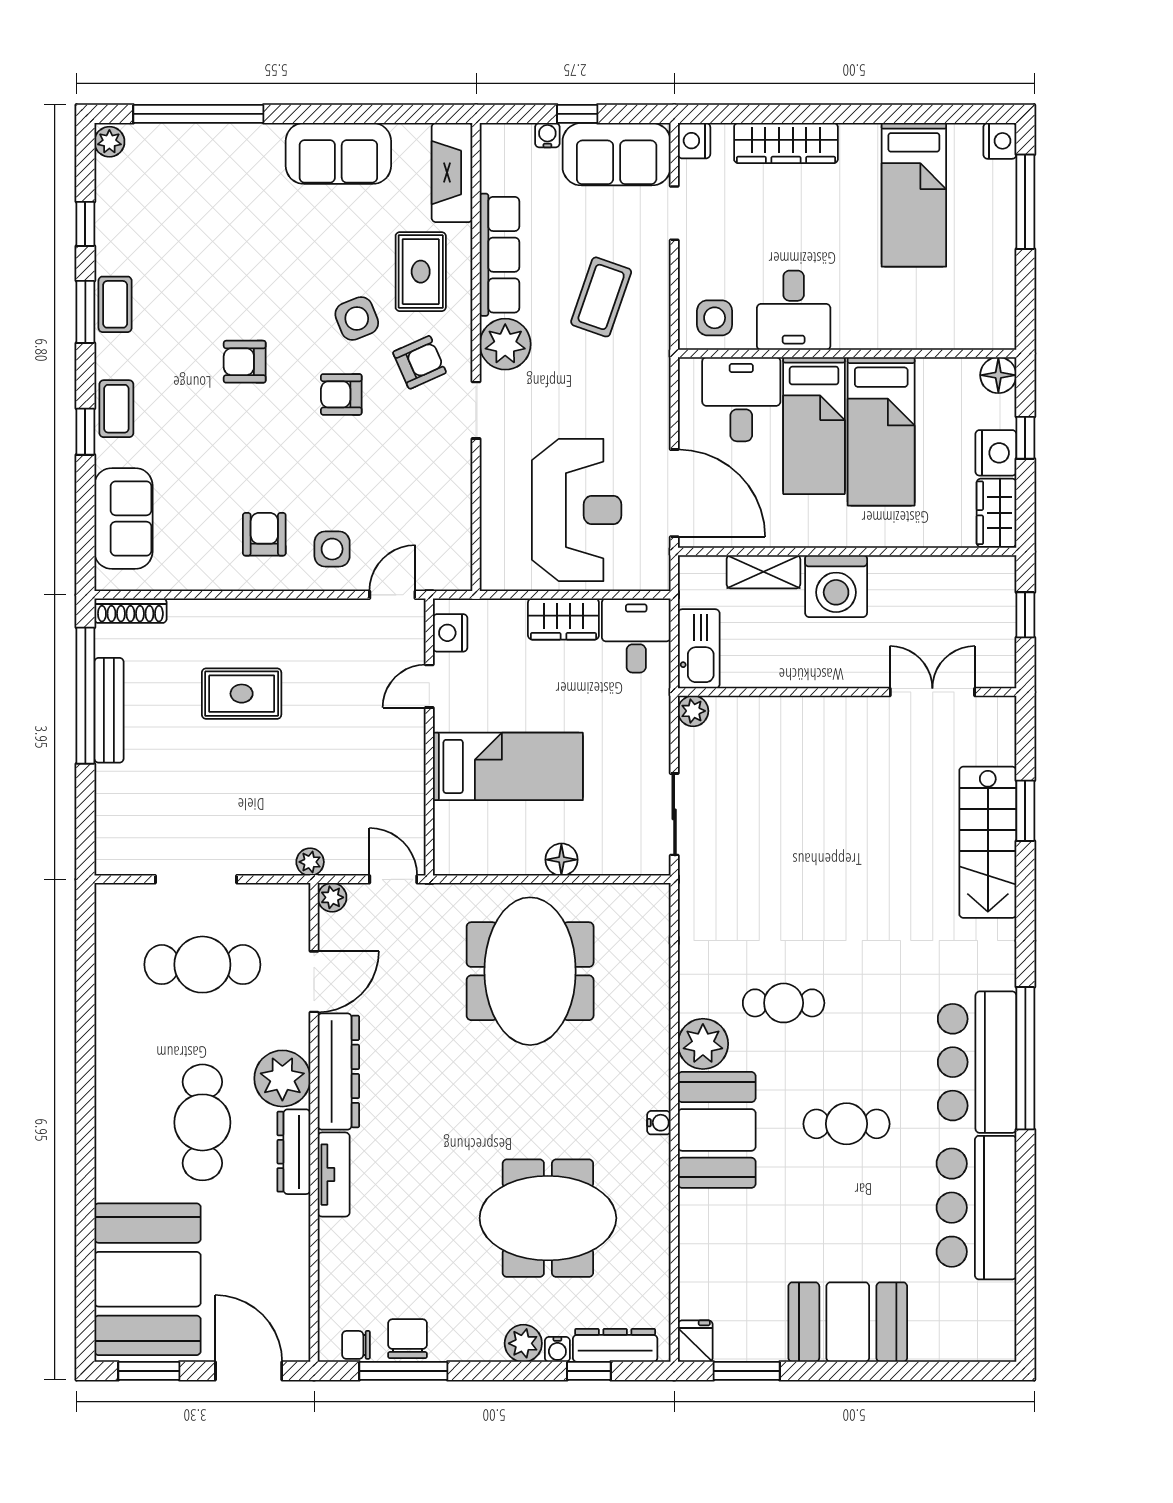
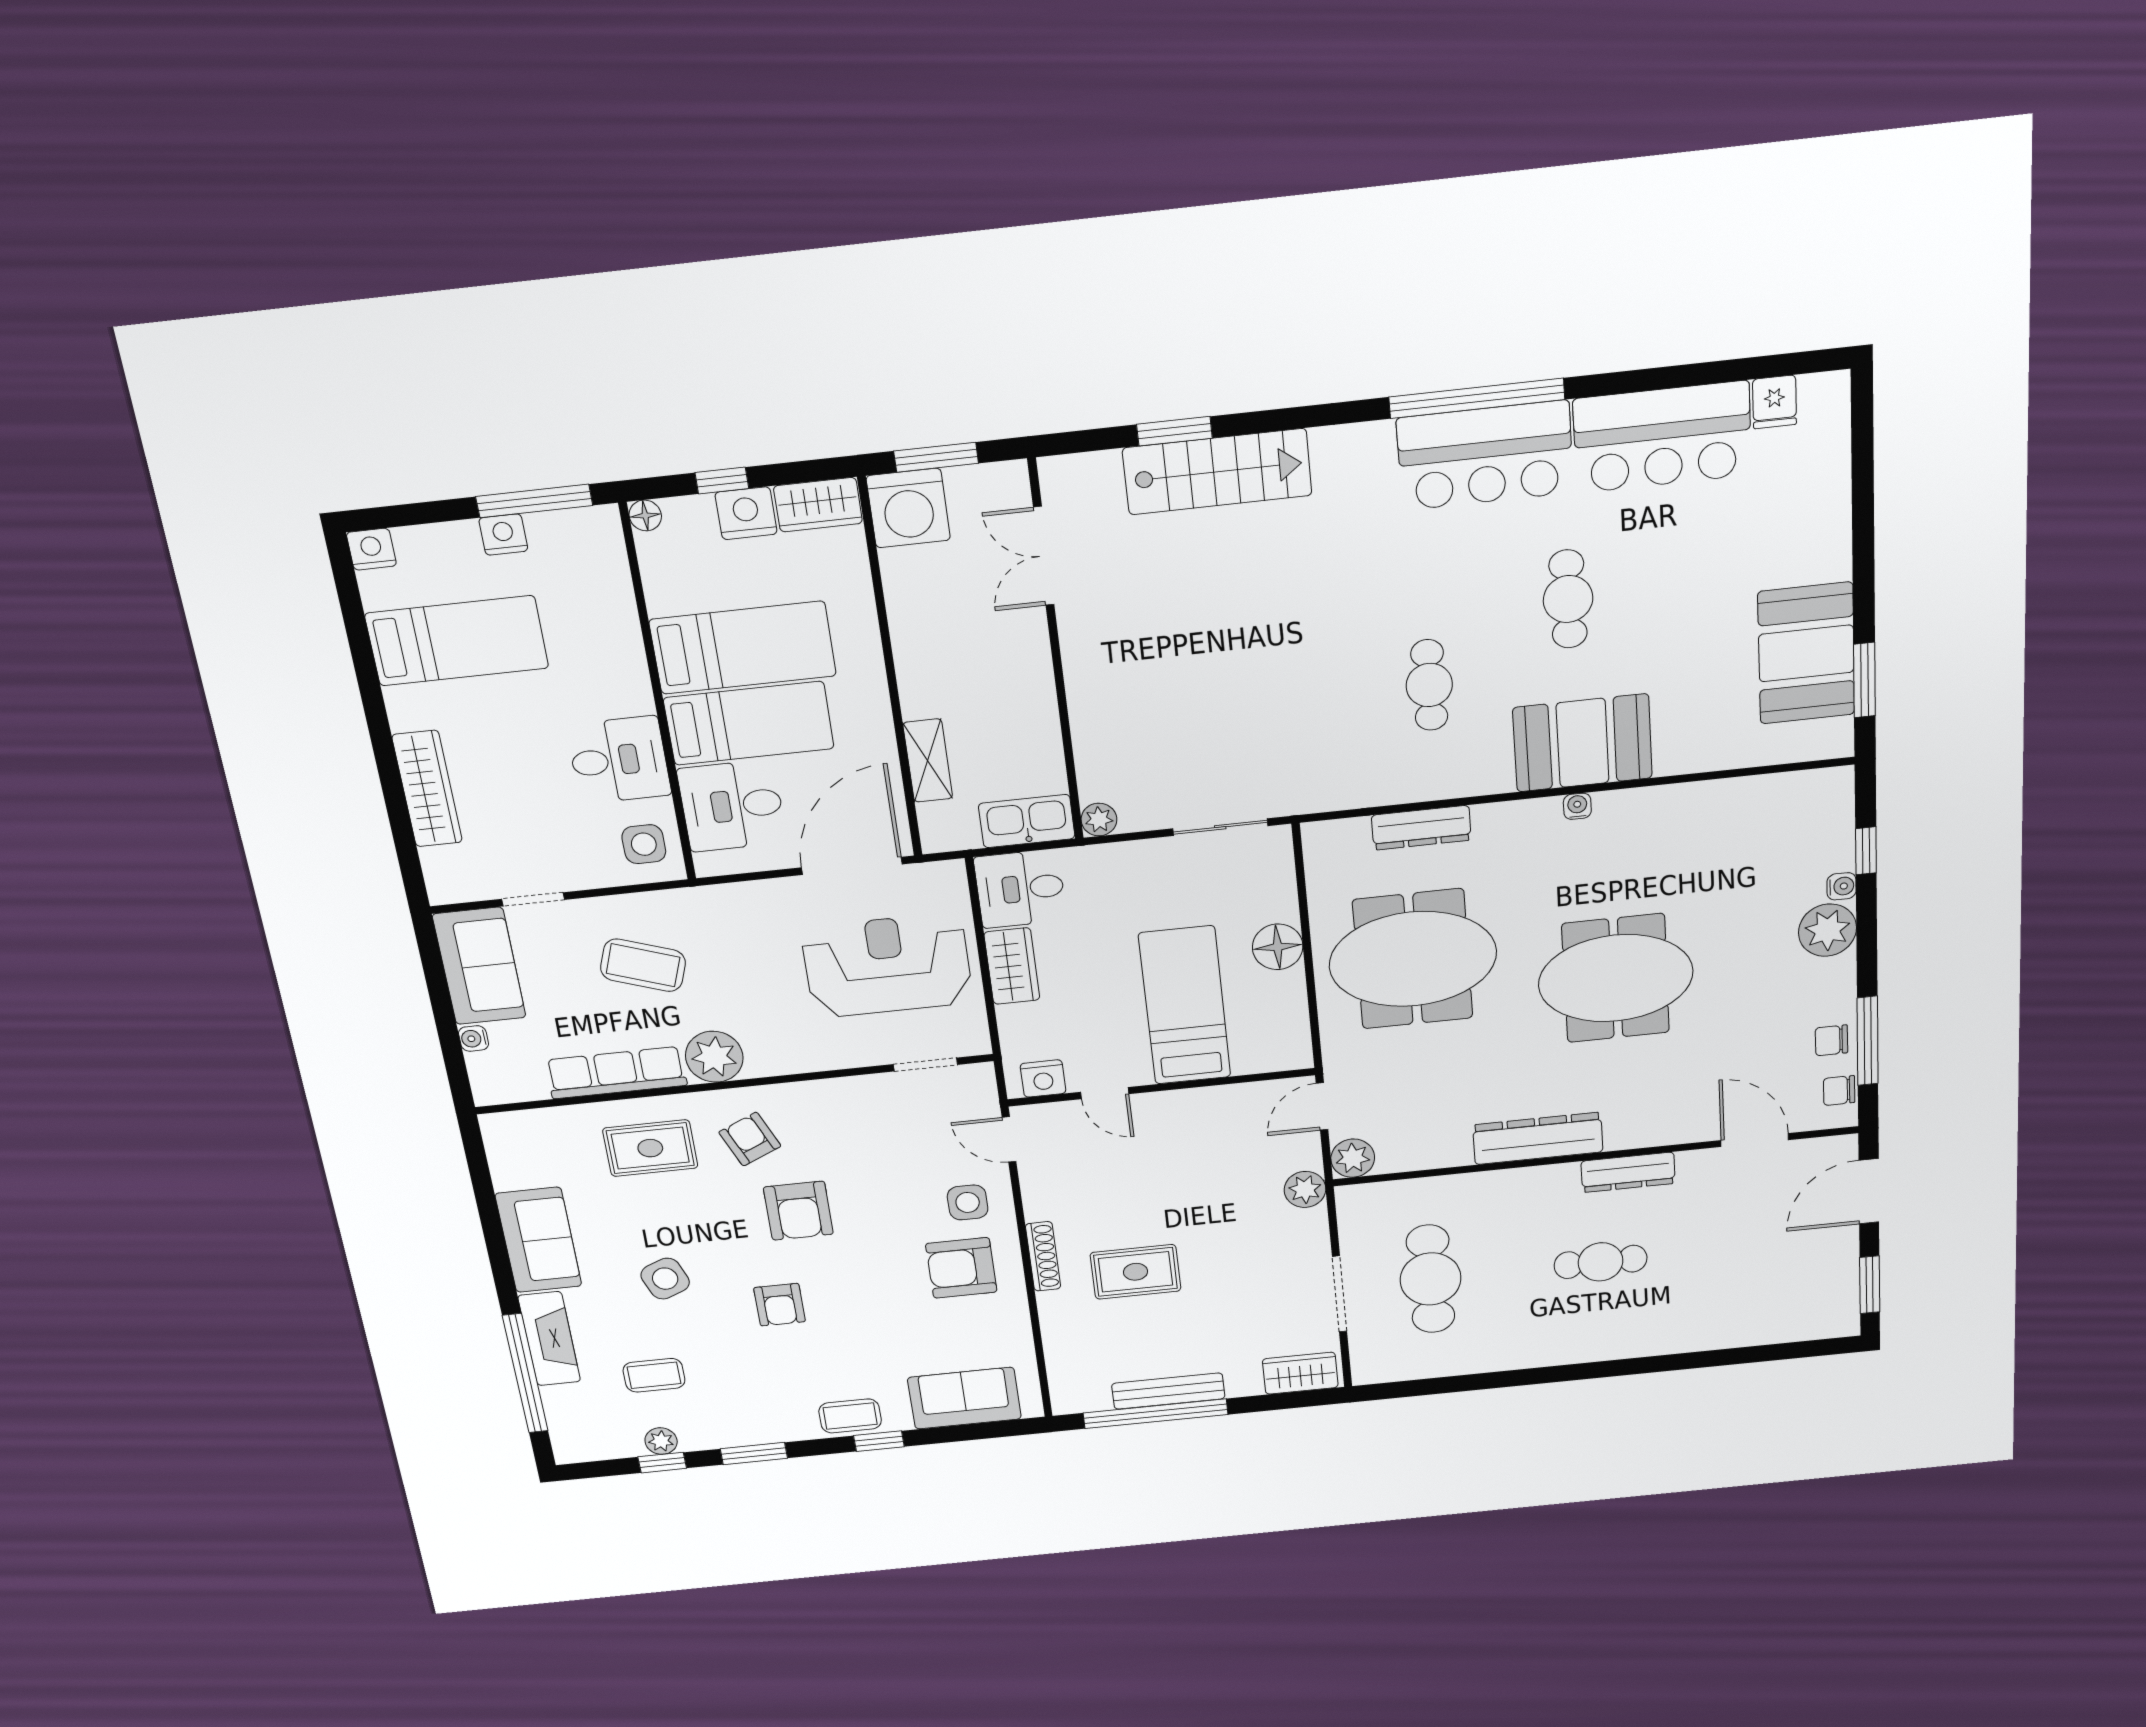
window: (577, 114) -> (443, 1011), removed
nightstand: (694, 141) -> (503, 535), moved, turned 180
plant: (109, 142) -> (661, 1441), moved
fireplace: (452, 173) -> (549, 1339), moved, turned -90
window: (1025, 202) -> (534, 501), moved
coffee table: (115, 304) -> (654, 1375), moved
side table: (357, 318) -> (665, 1279), moved
floor lamp: (998, 375) -> (645, 515), width x0.73, depth x0.73
armchair: (341, 394) -> (798, 1211), width x1.38, depth x1.38
doorway: (476, 410) -> (925, 1064), moved
armchair: (264, 534) -> (961, 1268), width x1.38, depth x1.38
washing machine: (836, 586) -> (908, 508), moved, turned 90
shoe rack: (130, 611) -> (1043, 1256), moved
window: (1025, 615) -> (936, 457), width x1.50
rug: (242, 694) -> (1136, 1272), turned 90
wardrobe: (114, 836) -> (1300, 1373), added
floor lamp: (561, 860) -> (1278, 947), width x1.38, depth x1.38
plant: (310, 862) -> (1305, 1189), width x1.38, depth x1.38
plant: (332, 897) -> (1353, 1158), width x1.38, depth x1.38
door: (314, 982) -> (1755, 1140), moved
plant: (703, 1044) -> (1483, 768), removed
plant: (282, 1078) -> (1549, 1191), removed
cafe table: (202, 1122) -> (1601, 1262), width x0.73, depth x0.74
tv unit: (334, 1175) -> (1651, 1131), removed
meeting table: (548, 1218) -> (1616, 978), moved, turned 90
booth: (148, 1279) -> (1771, 1296), removed
booth: (848, 1322) -> (1806, 653), moved
chair: (408, 1339) -> (1831, 1040), width x0.73, depth x0.73
fridge: (695, 1341) -> (1774, 402), moved, turned -90
plant: (523, 1343) -> (1827, 930), width x1.36, depth x1.36
chair: (356, 1345) -> (1839, 1091), turned 90
dresser: (615, 1345) -> (1421, 828), moved, turned -90

